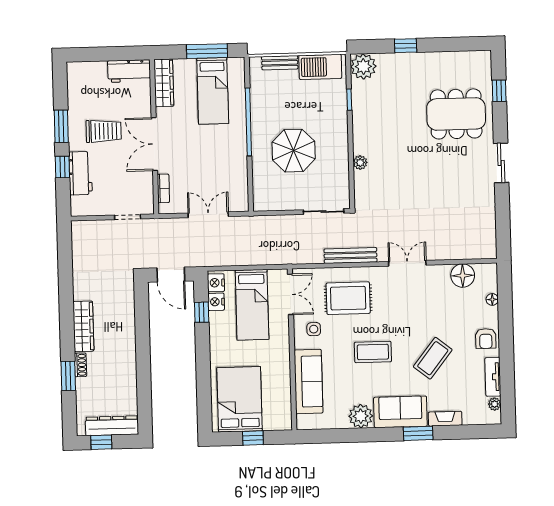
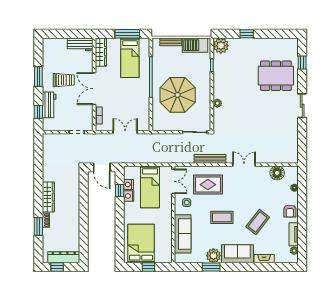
parasol: (294, 151) -> (178, 95), width x1.36, depth x1.36
window: (62, 167) -> (38, 112), moved
nightstand: (216, 283) -> (129, 196), moved
window: (418, 433) -> (211, 267), moved

